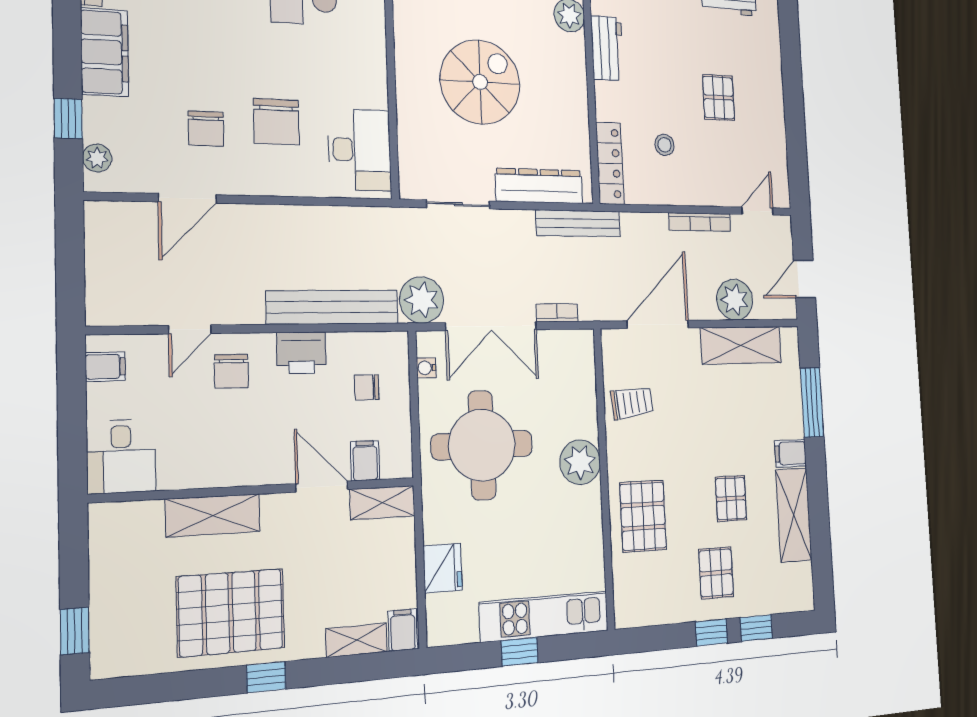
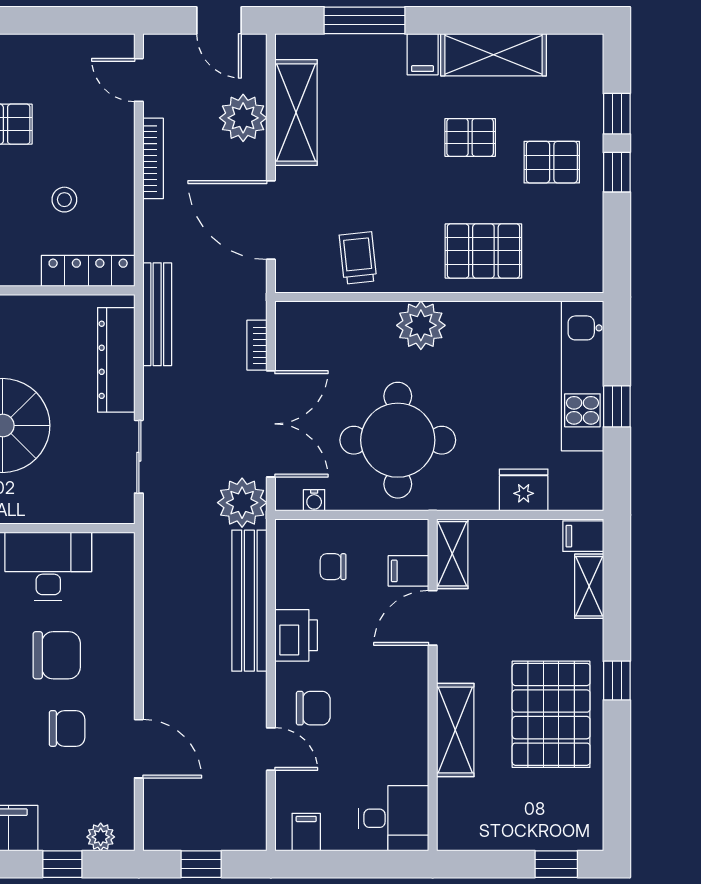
desk: (360, 150) -> (48, 566), moved
window: (70, 259) -> (201, 864), added
chair: (367, 387) -> (333, 567), turned 90

